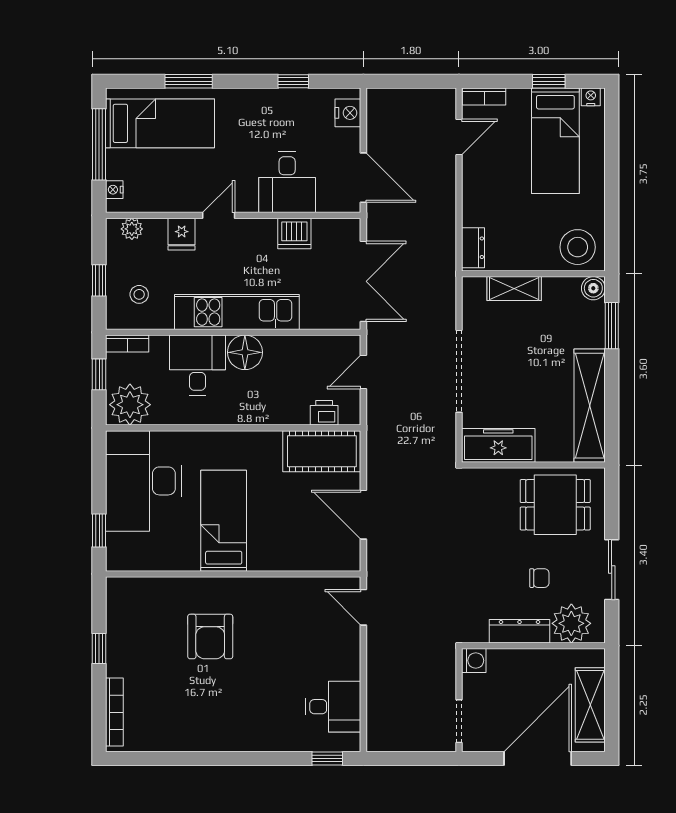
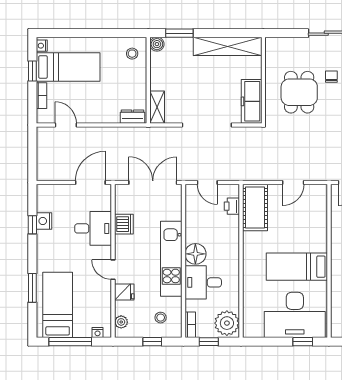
bookcase: (484, 97) -> (42, 96), moved
nightstand: (348, 113) -> (44, 221), moved, turned -90
stool: (578, 247) -> (132, 54), width x0.53, depth x0.53
shelving: (514, 289) -> (157, 107), moved
desk: (143, 481) -> (295, 315), moved
dining table: (555, 505) -> (299, 92), moved
door: (363, 515) -> (293, 183), width x0.73

